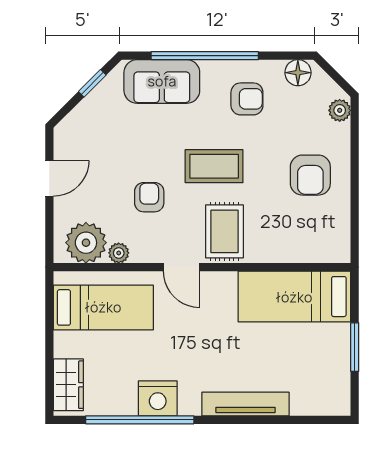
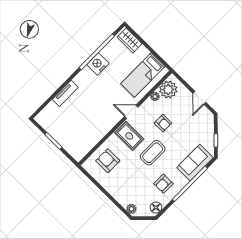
armchair: (310, 175) -> (108, 161), moved
bed: (294, 297) -> (88, 138), removed
tv unit: (246, 404) -> (65, 93), width x0.71

